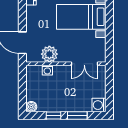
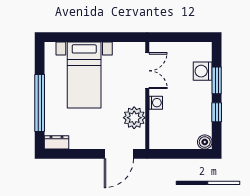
washing machine: (47, 70) -> (156, 103), moved
washing machine: (99, 105) -> (203, 71), moved, turned 90

